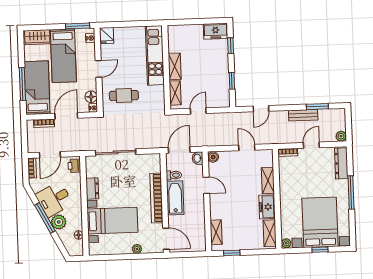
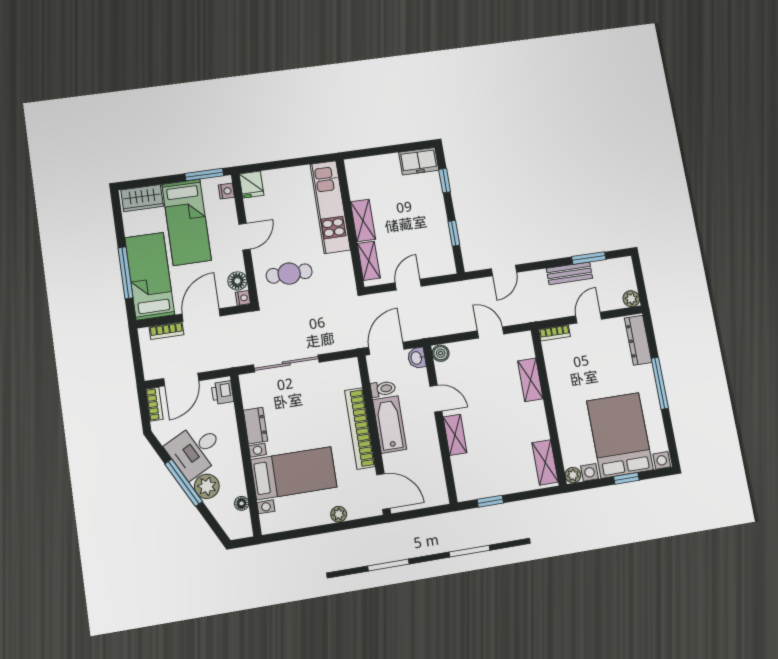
freezer: (267, 207) -> (535, 421), removed
shelving: (216, 232) -> (455, 435), moved

